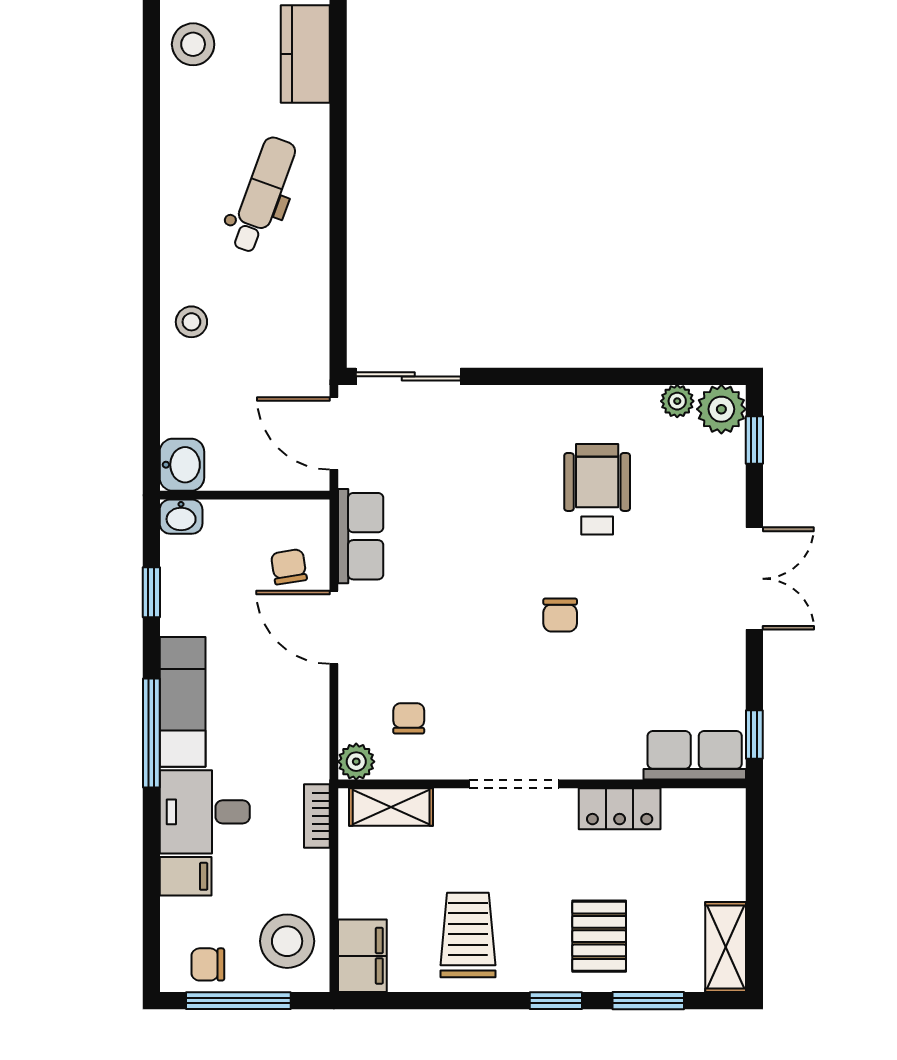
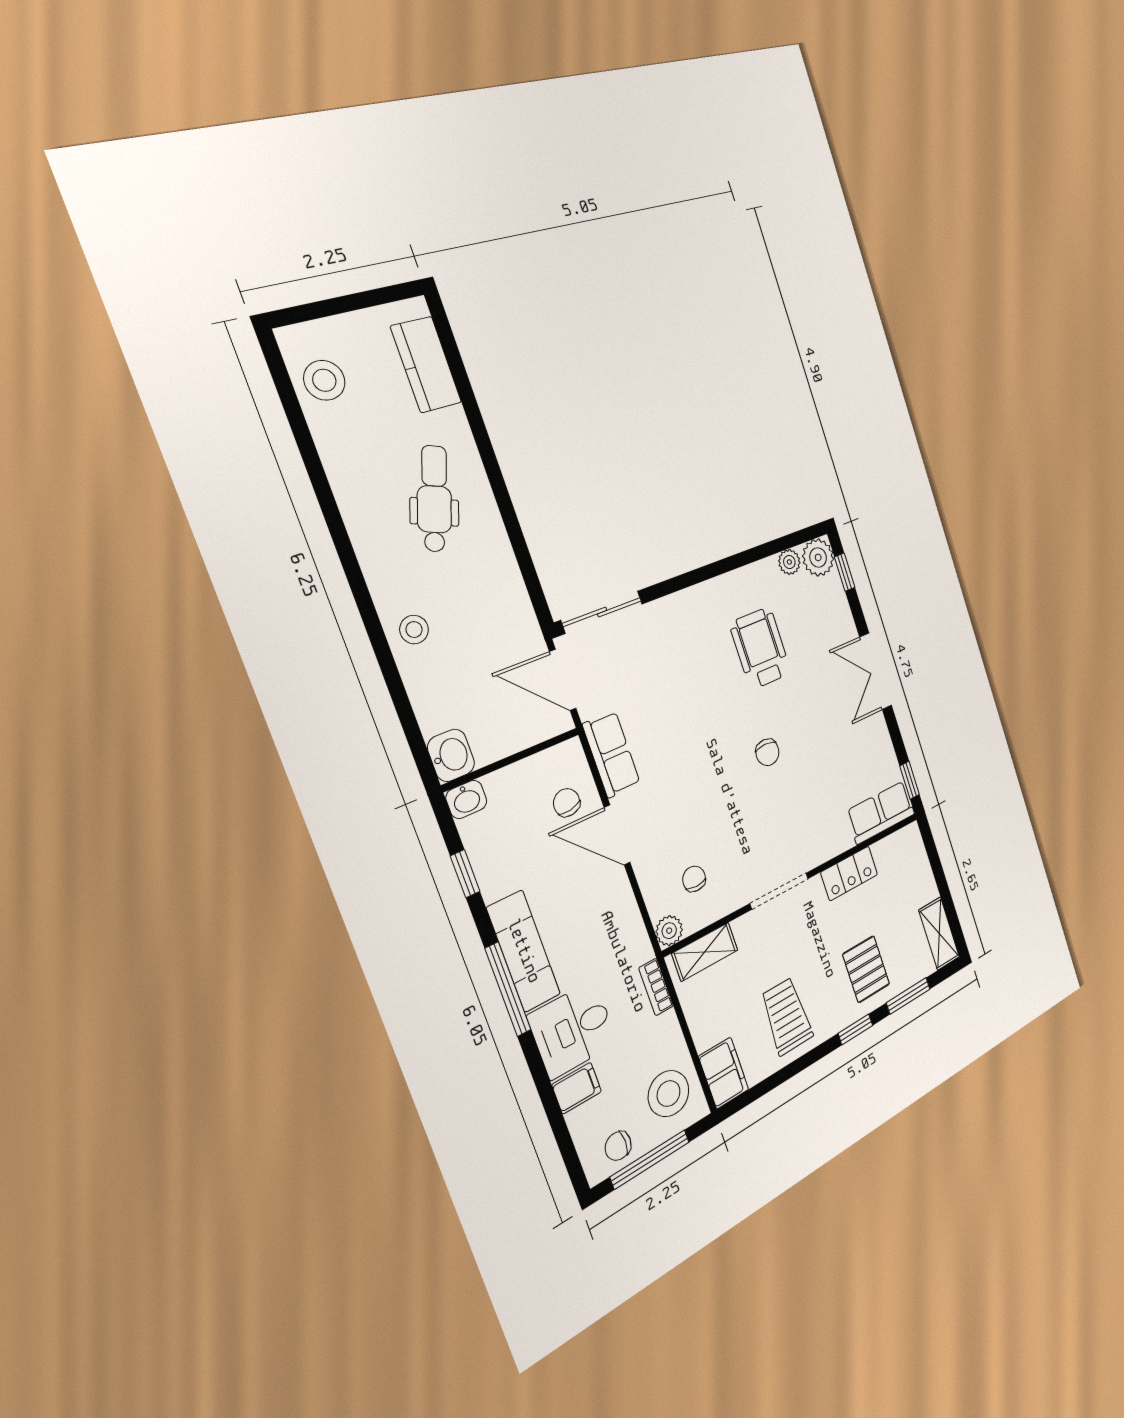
double door: (754, 579) -> (876, 671), swing flipped

